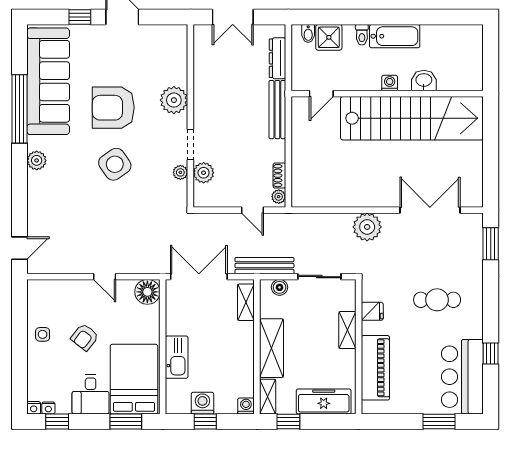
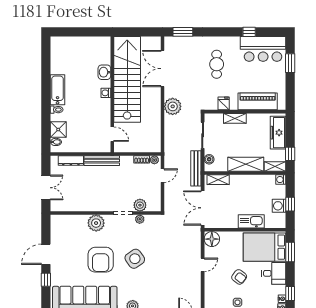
washbasin: (424, 81) -> (104, 72), moved
washing machine: (390, 83) -> (106, 93), moved
door: (321, 94) -> (112, 134), moved
wall: (387, 94) -> (112, 94), moved
stairs: (412, 118) -> (127, 79), moved

